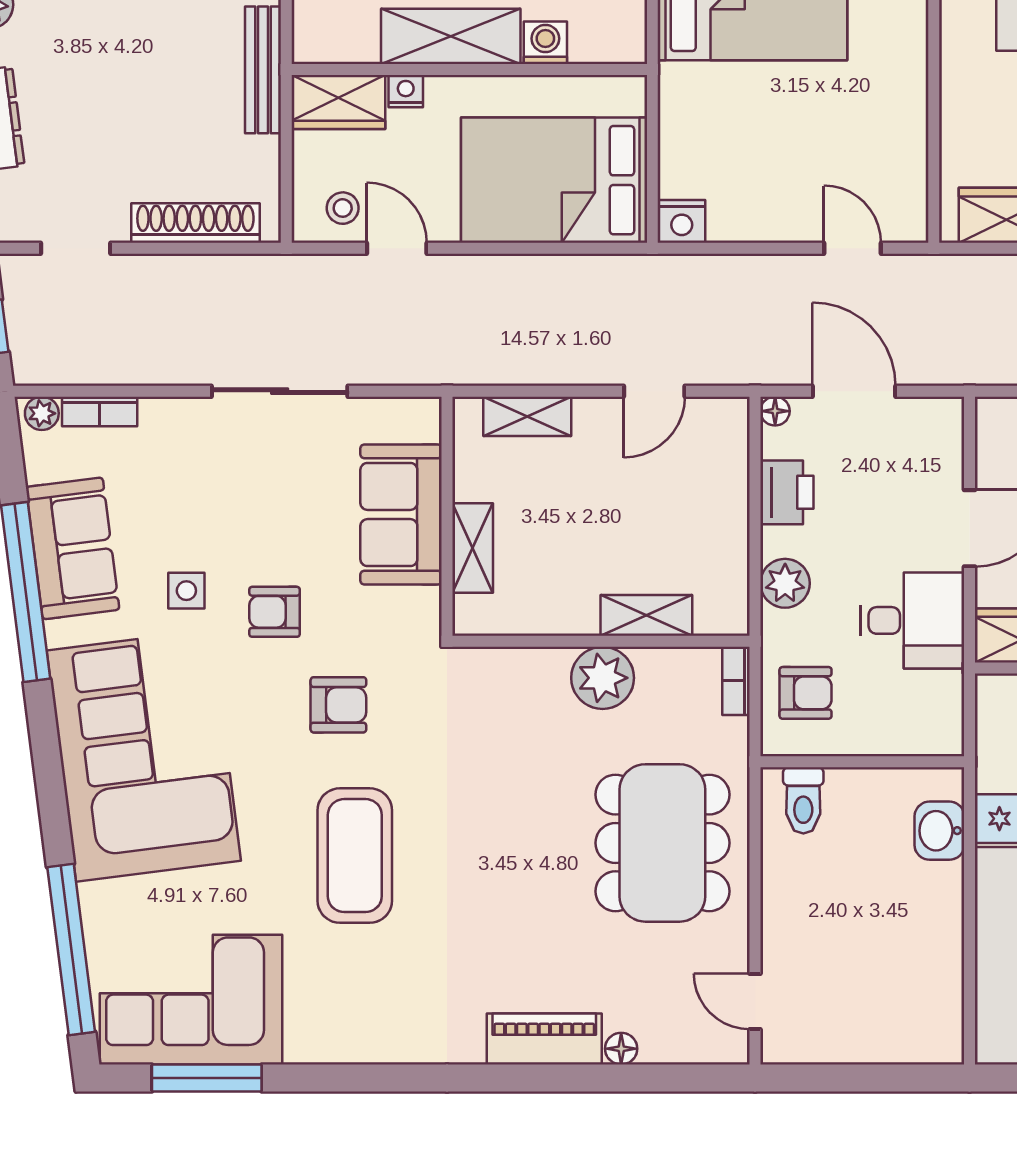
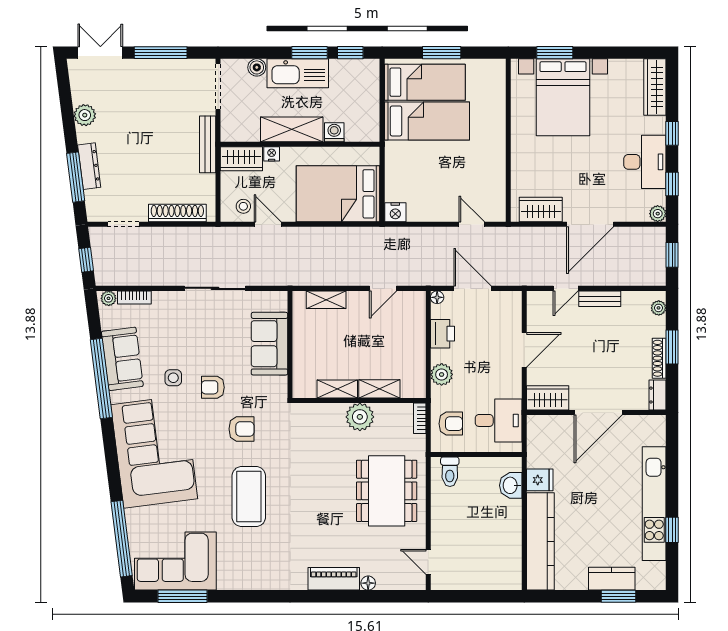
shelving: (473, 548) -> (337, 389), moved, turned 90
desk: (912, 620) -> (499, 420), moved

